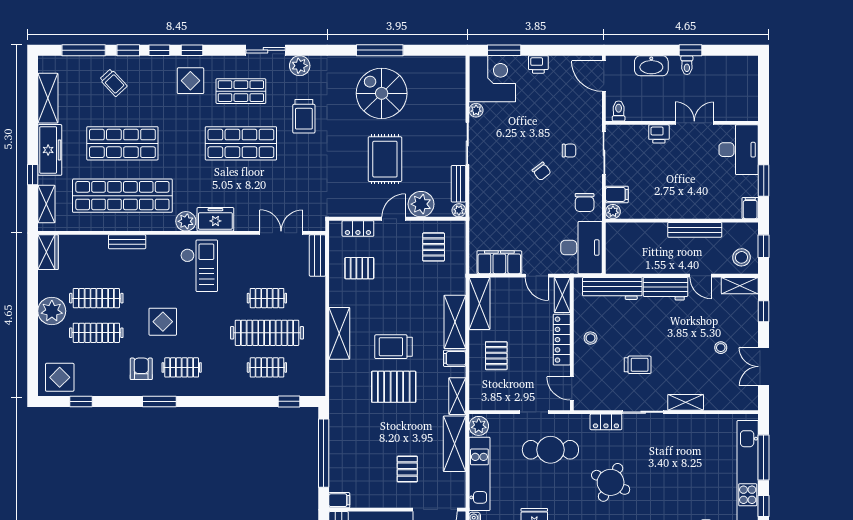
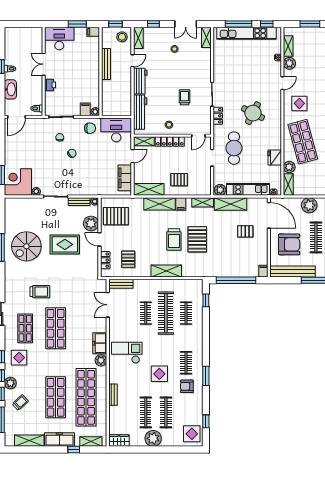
printer: (538, 64) -> (10, 155), removed
plant: (300, 66) -> (10, 383), moved
pallet: (434, 247) -> (116, 216), width x1.50, depth x1.42
shelving: (686, 402) -> (206, 37), moved

